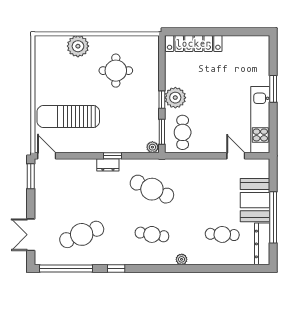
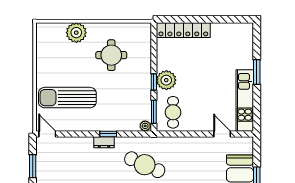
window: (31, 176) -> (33, 166), moved

